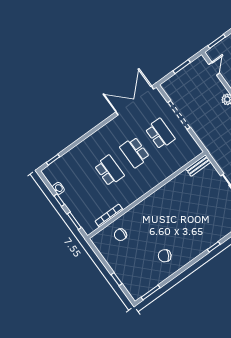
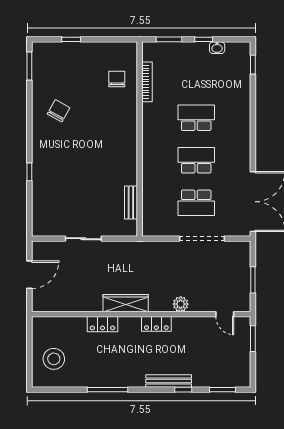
bench: (198, 165) -> (131, 202), moved
school desk: (109, 171) -> (196, 118), turned 180

